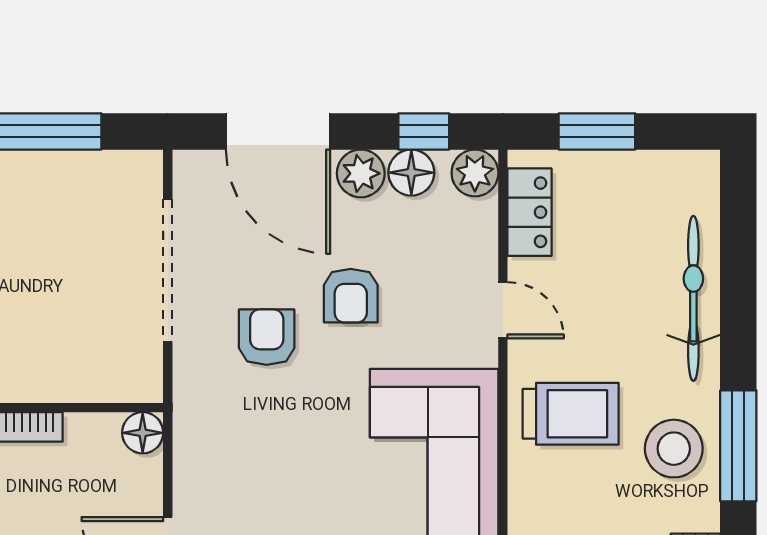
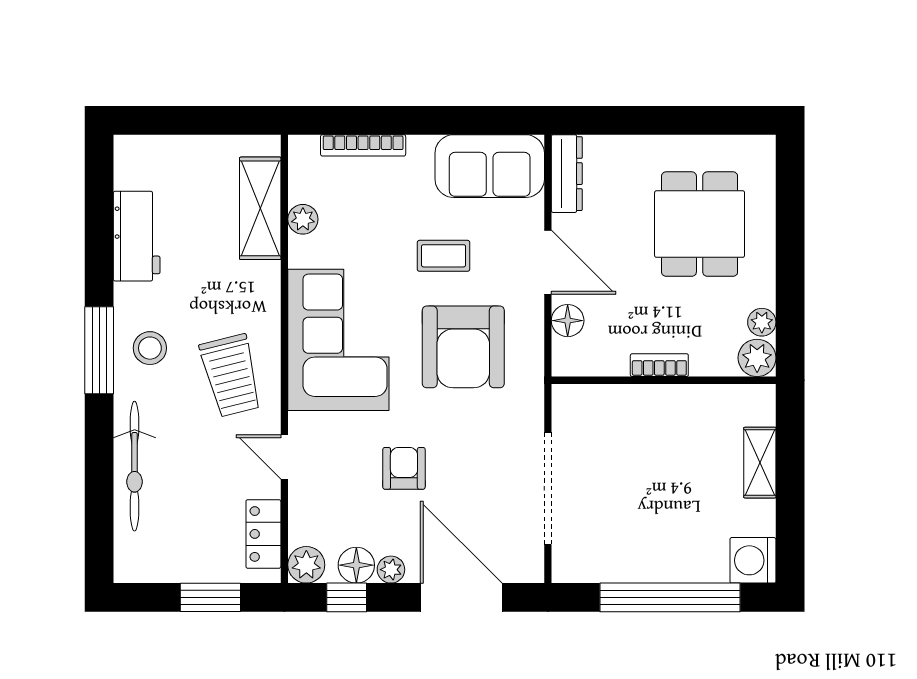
plant: (361, 173) -> (391, 570), width x0.73, depth x0.73
armchair: (267, 337) -> (463, 347), moved, width x1.88, depth x1.88
trolley: (571, 414) -> (231, 375), turned -104
floor lamp: (143, 433) -> (568, 321), moved
stool: (674, 449) -> (150, 348), width x0.73, depth x0.73

